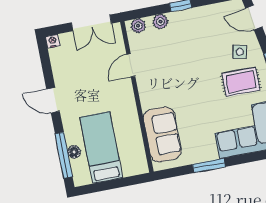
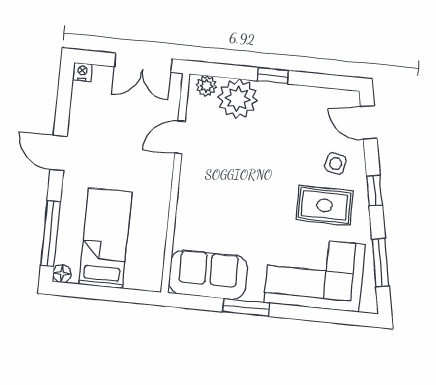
plant: (160, 22) -> (238, 99), width x1.88, depth x1.88
sofa: (162, 134) -> (208, 275), moved, turned -90
floor lamp: (74, 152) -> (62, 274), moved

